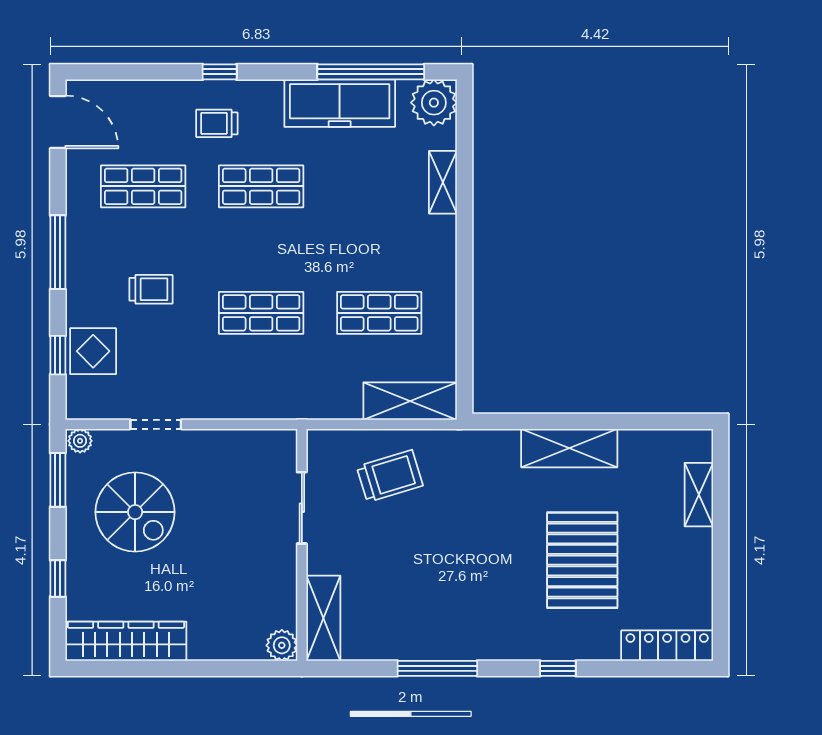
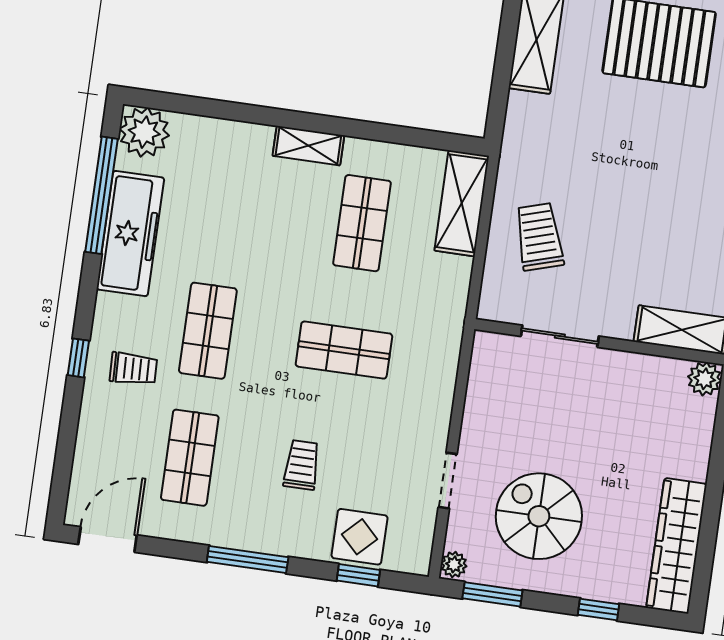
trolley: (217, 123) -> (133, 369), turned -92
shelving: (443, 182) -> (308, 146), moved
shop shelf: (261, 313) -> (344, 350), turned 90
spiral stairs: (135, 512) -> (539, 516), turned -90

